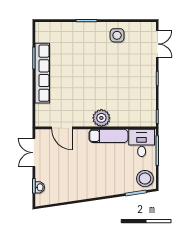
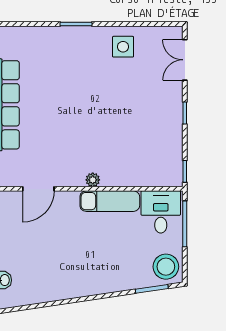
double door: (157, 44) -> (185, 60), swing flipped
plant: (101, 118) -> (93, 180), width x0.53, depth x0.53
door: (62, 128) -> (38, 189), hinge flipped

